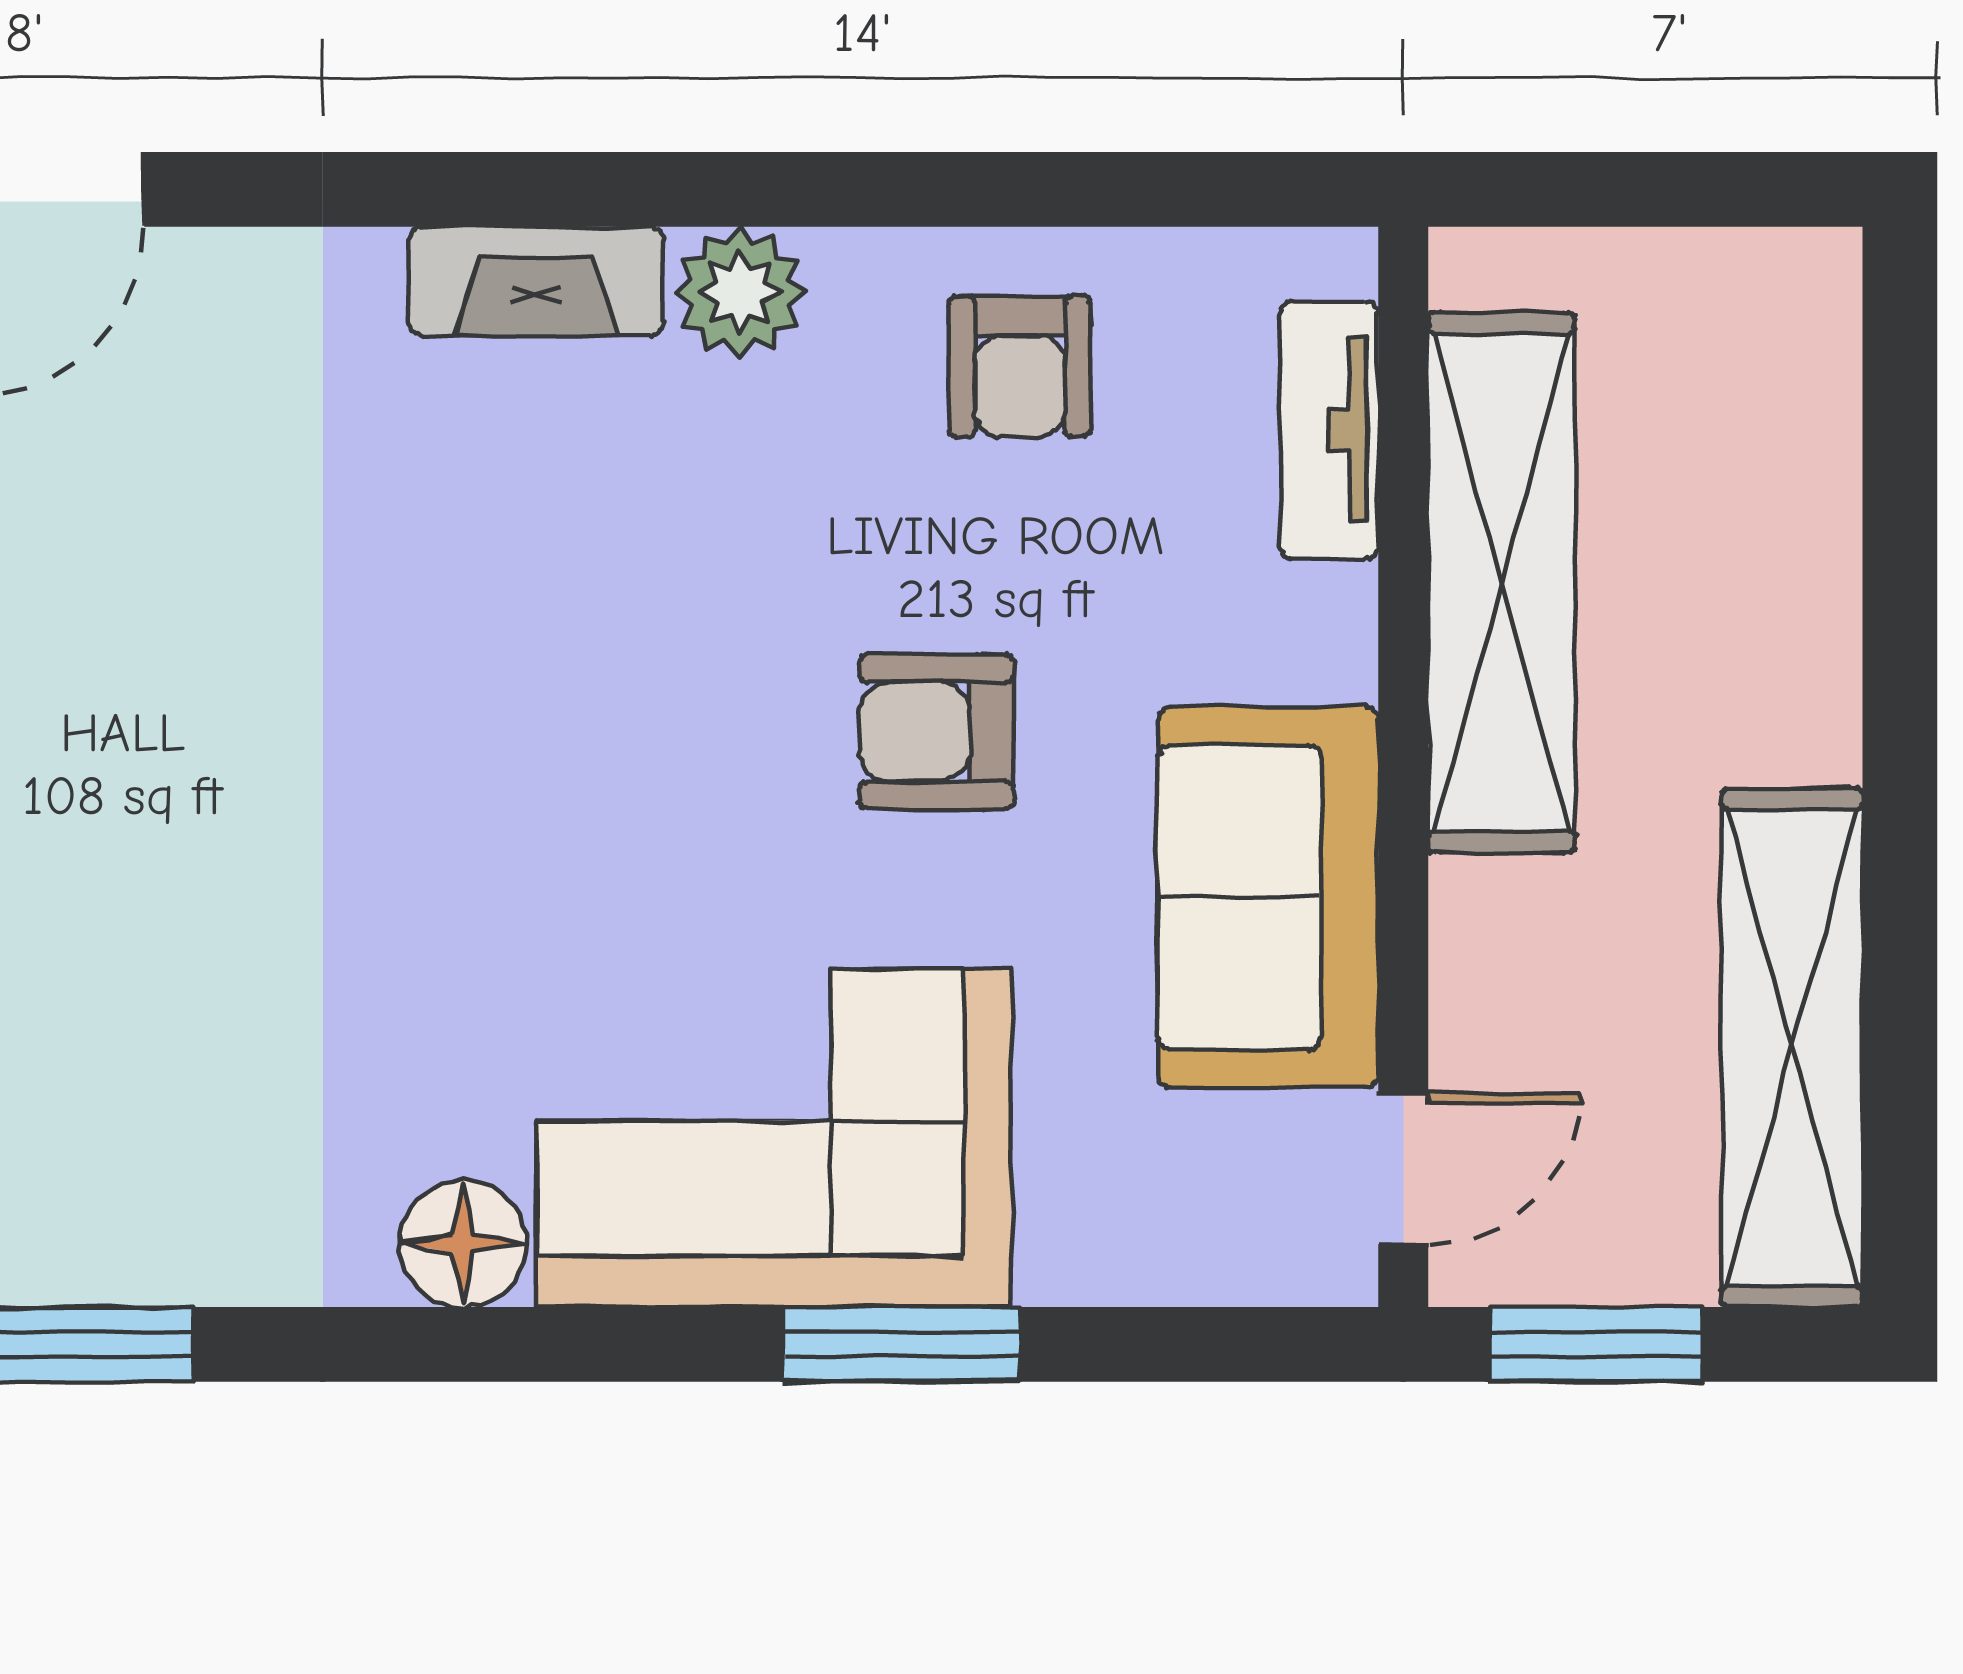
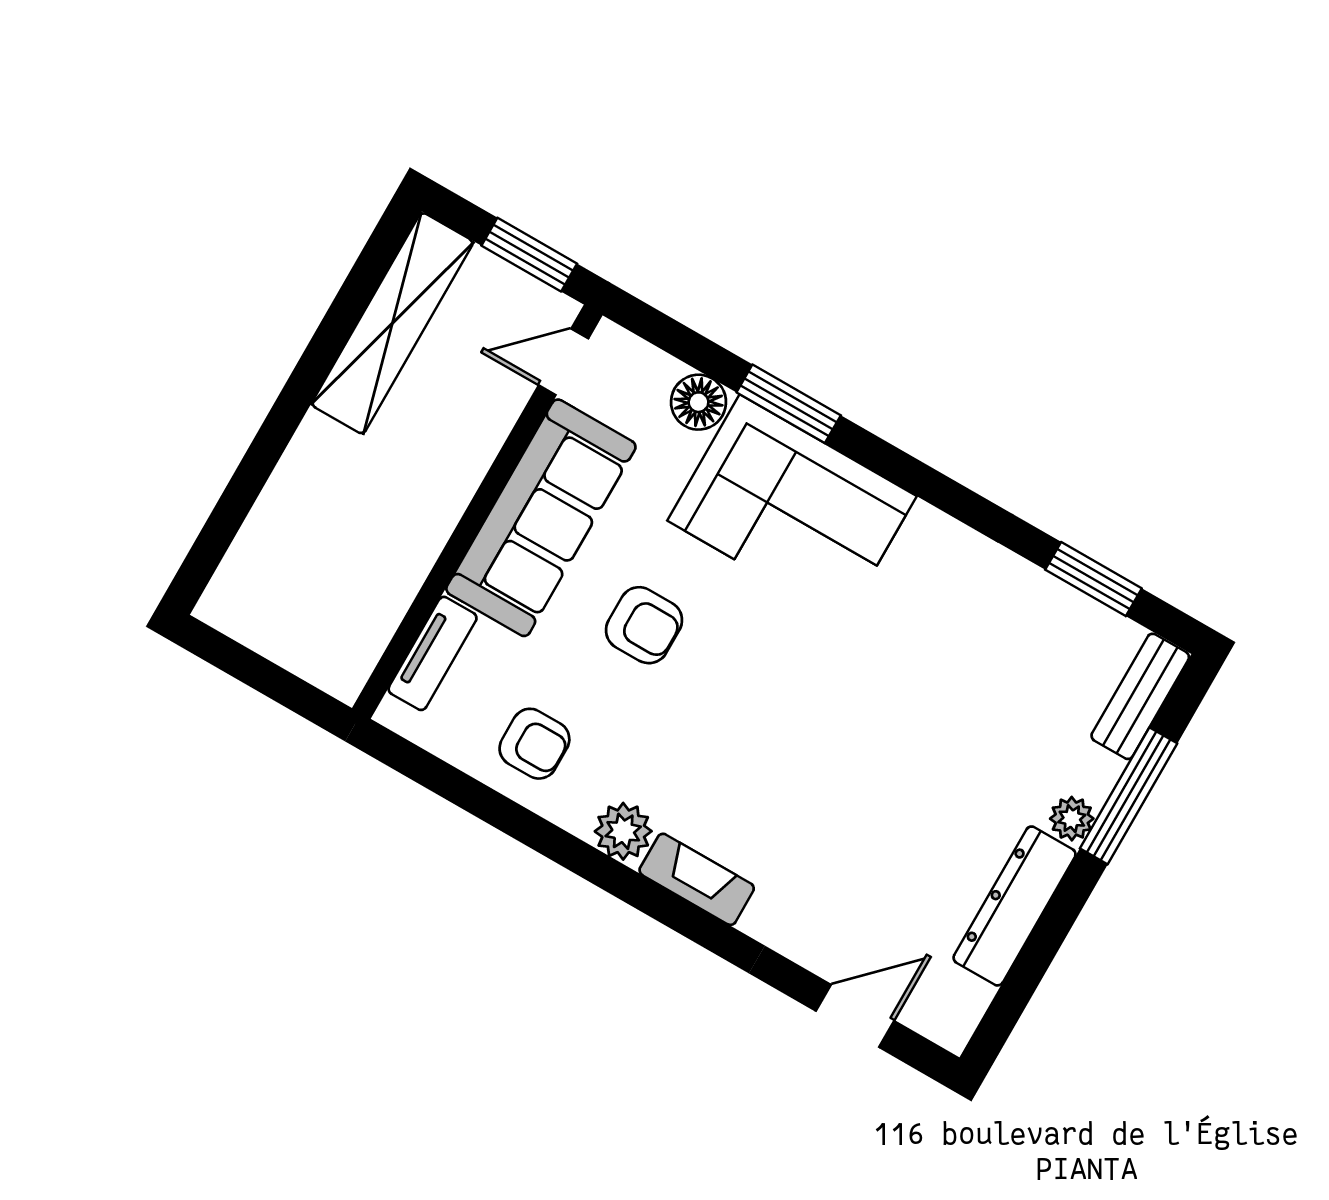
armchair: (1020, 366) -> (534, 744), turned 90
shelving: (1502, 582) -> (401, 559), removed
sofa: (1268, 897) -> (541, 518), width x1.36
floor lamp: (463, 1243) -> (699, 402), moved

